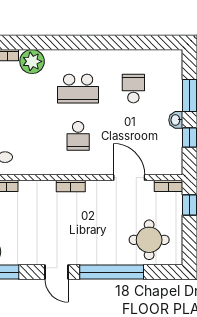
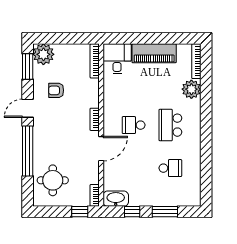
washbasin: (176, 120) -> (116, 199), moved, width x1.91, depth x1.45
door: (129, 178) -> (101, 149), moved
armchair: (34, 235) -> (56, 90), added

